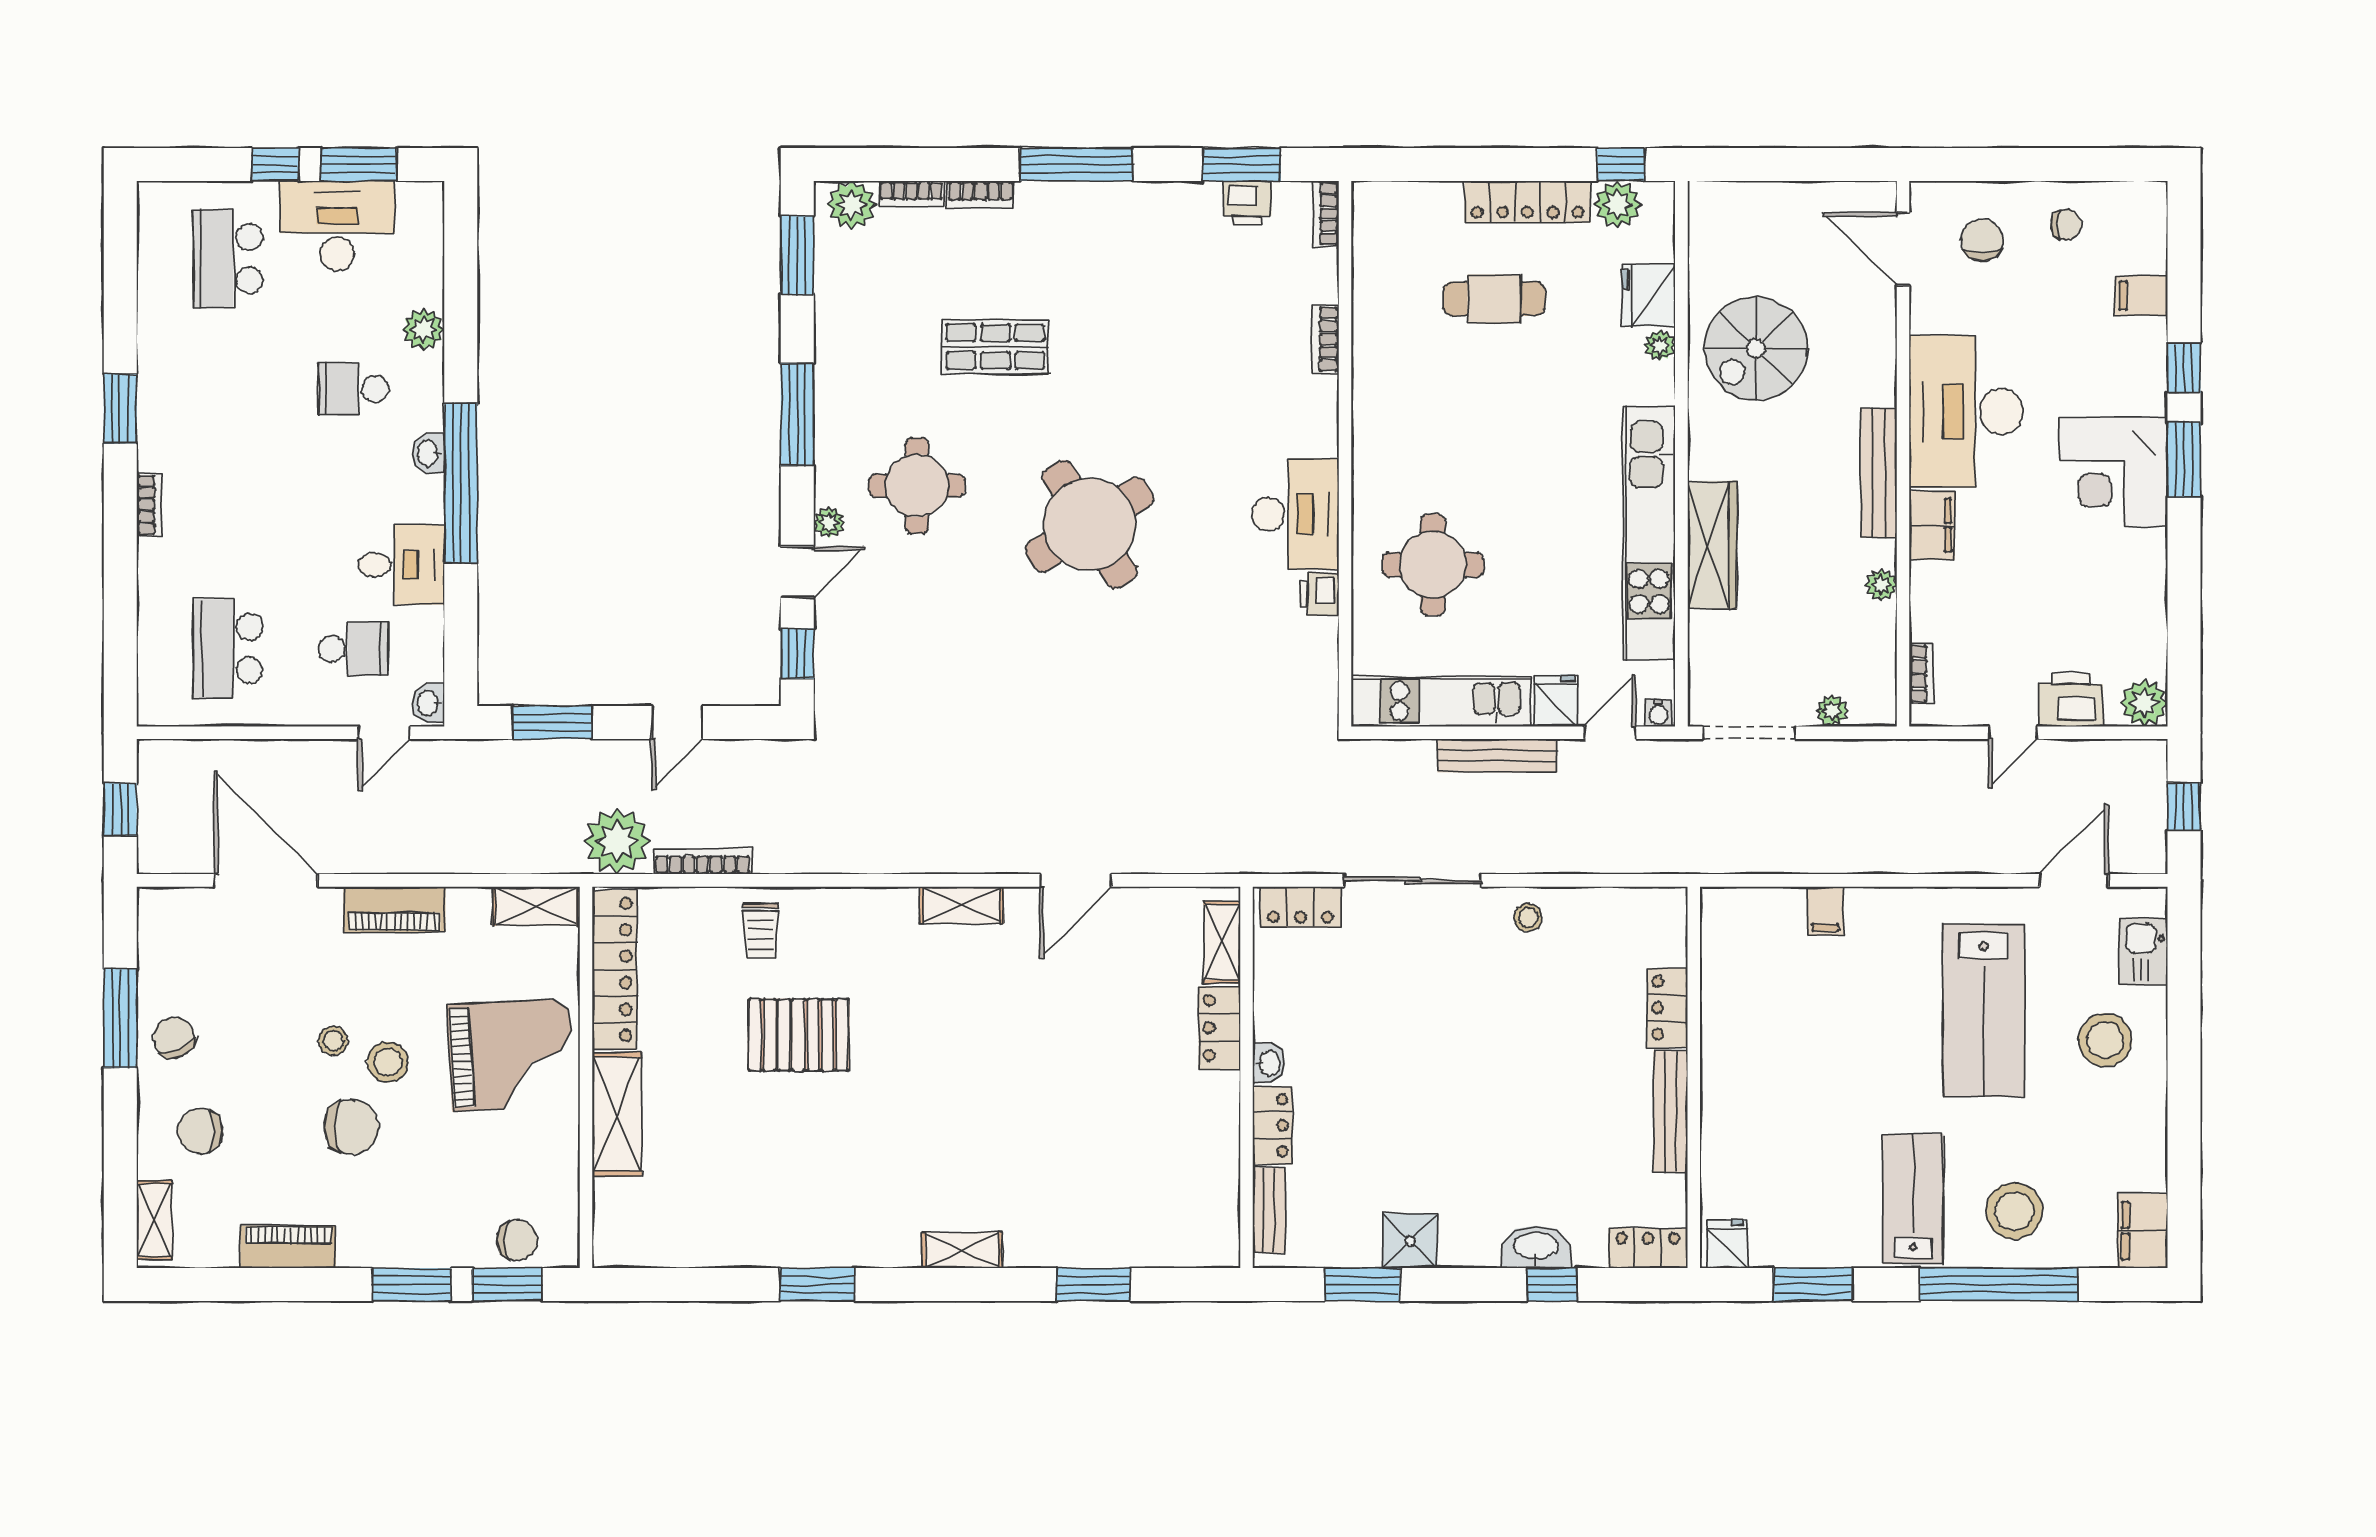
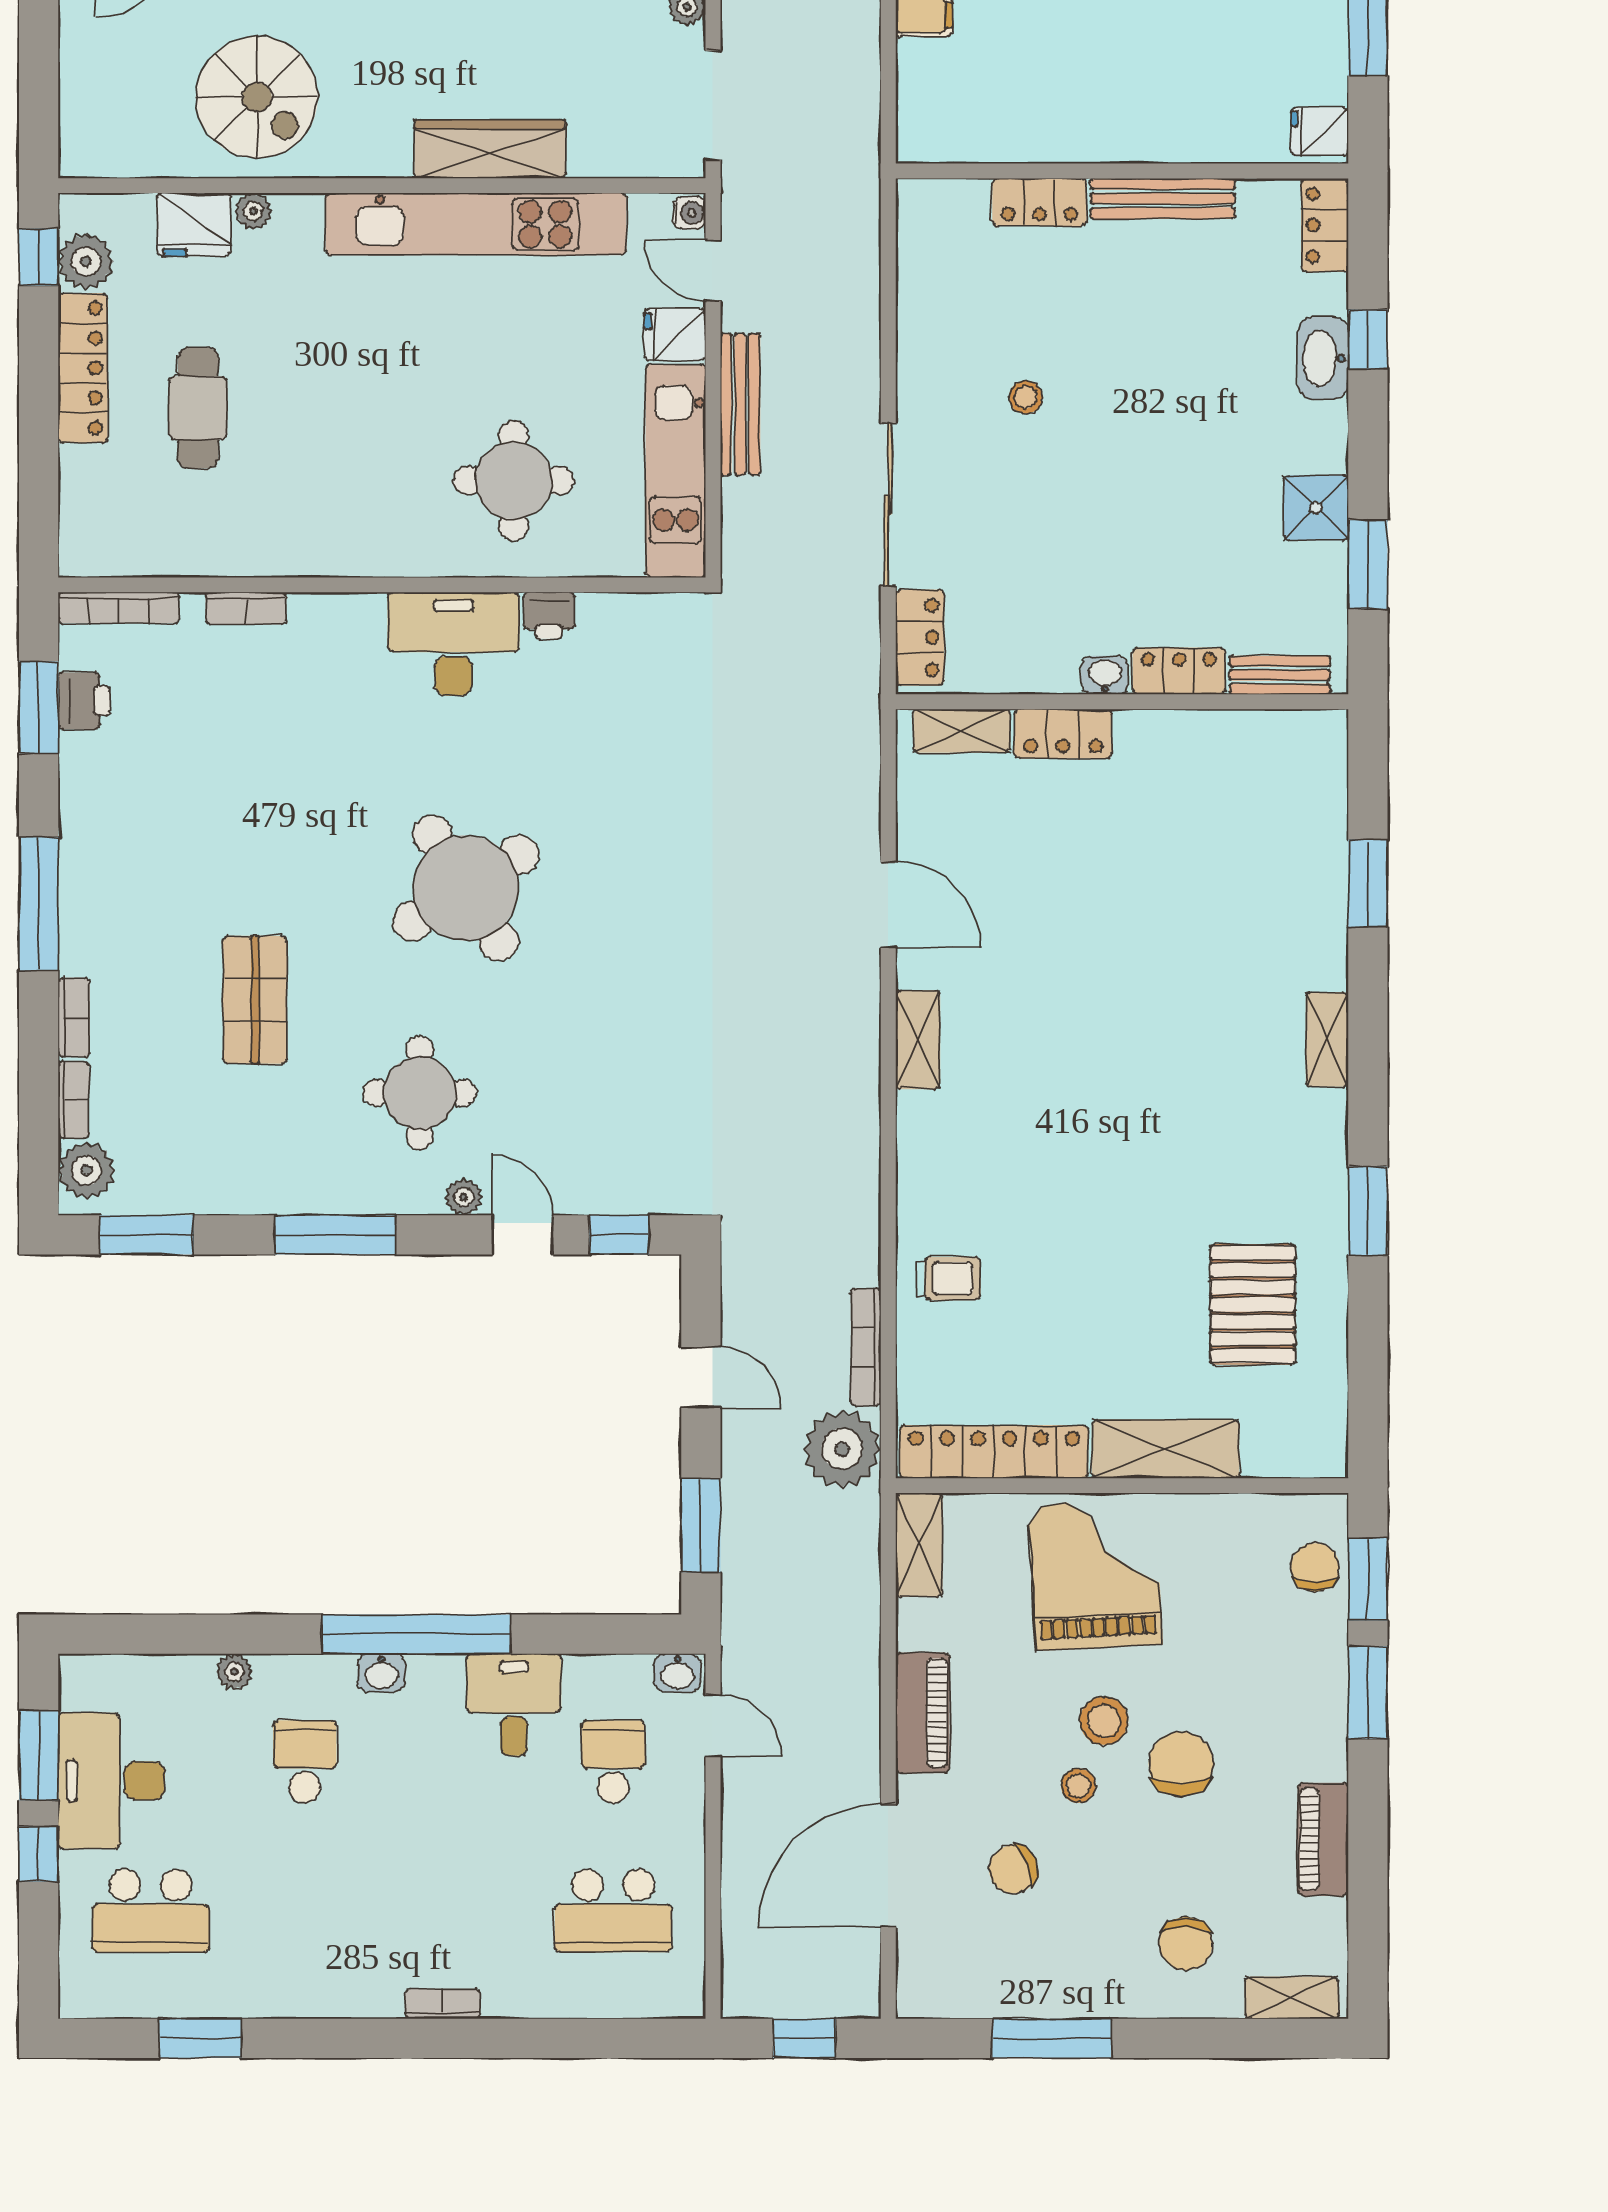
bookcase: (1326, 214) -> (119, 608), width x1.56
plant: (423, 329) -> (234, 1672), width x0.73, depth x0.73
school desk: (353, 389) -> (305, 1762), turned 180
window: (120, 409) -> (200, 2038), moved
stool: (1528, 918) -> (1026, 397), moved
pallet: (799, 1035) -> (1253, 1304), moved
chair: (174, 1037) -> (1013, 1869), moved

